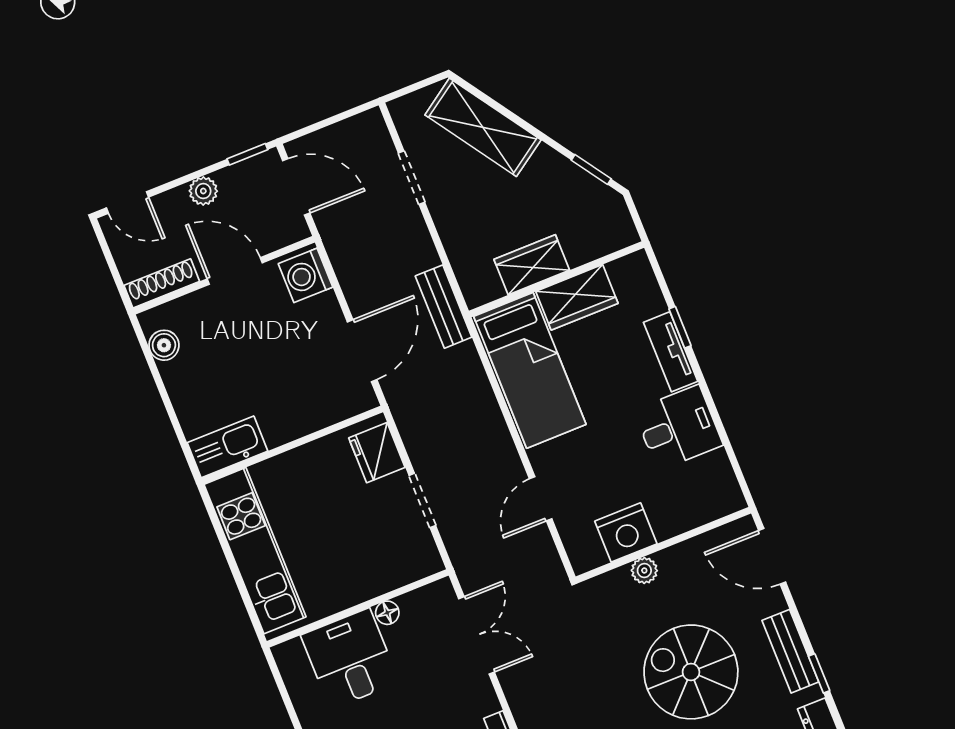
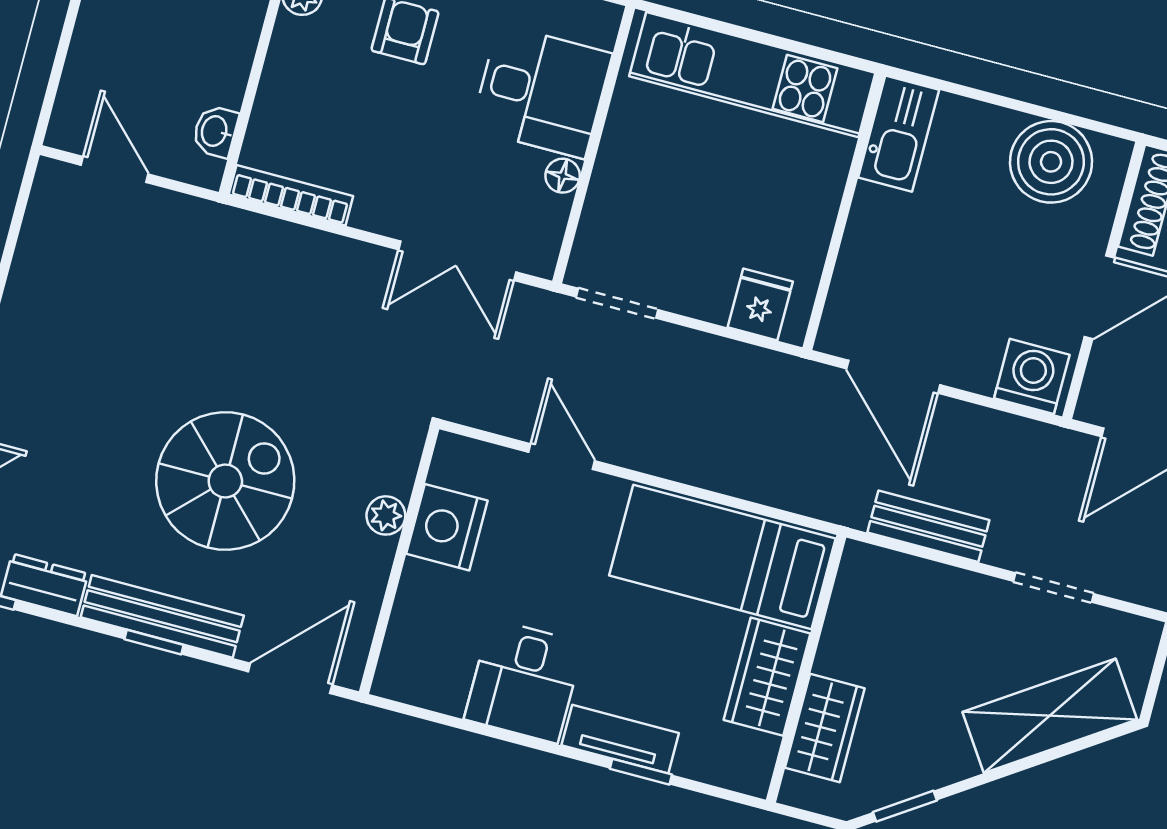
wardrobe: (532, 265) -> (825, 728), moved
bench: (444, 307) -> (928, 526), moved
boiler: (164, 345) -> (1051, 162), width x1.86, depth x1.86
fridge: (377, 453) -> (760, 304), width x0.72
doorway: (422, 500) -> (617, 303), moved
bench: (790, 651) -> (162, 616), width x1.36
window: (819, 673) -> (154, 642), moved

